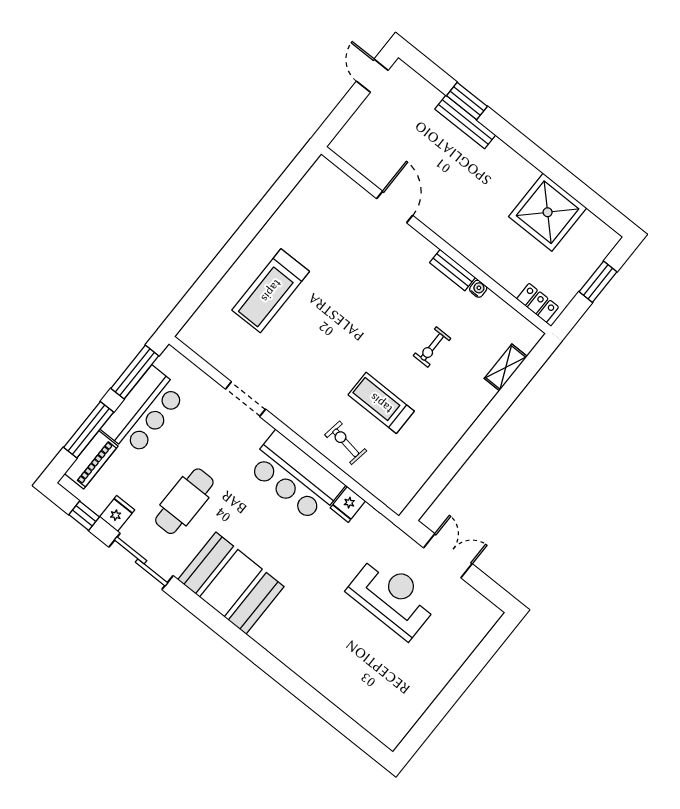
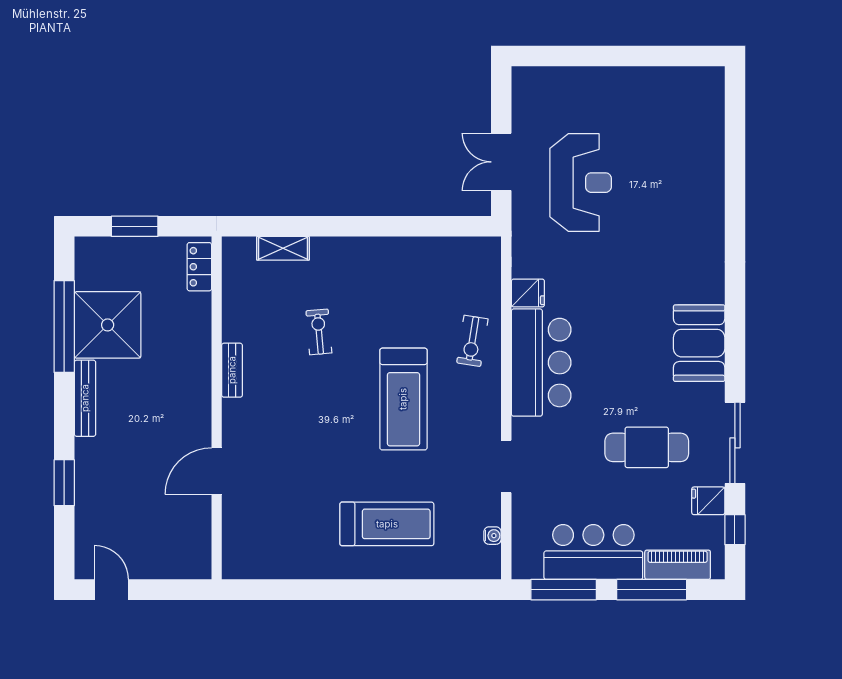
door: (372, 76) -> (111, 590), swing flipped
bench: (465, 122) -> (85, 398), moved
window: (569, 183) -> (64, 327), added
water cooler: (478, 289) -> (492, 536), moved, turned 180
exercise bike: (432, 347) -> (319, 332), turned -95
treadmill: (381, 403) -> (403, 399), moved, width x1.37, depth x1.37
booth: (231, 583) -> (699, 343), width x0.73, depth x0.70
reception desk: (393, 597) -> (581, 183), turned 180

